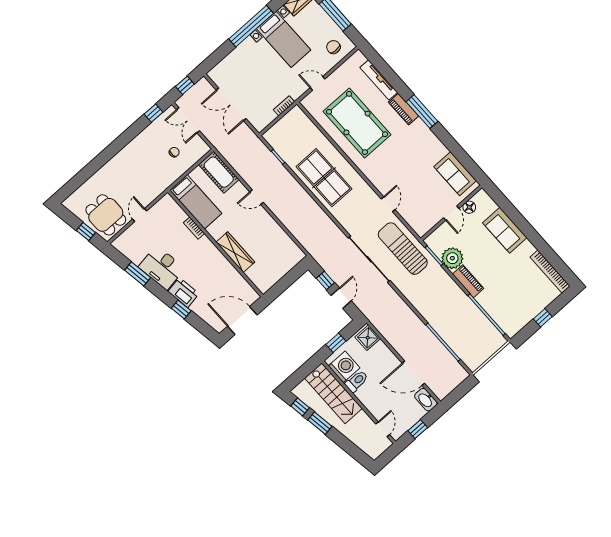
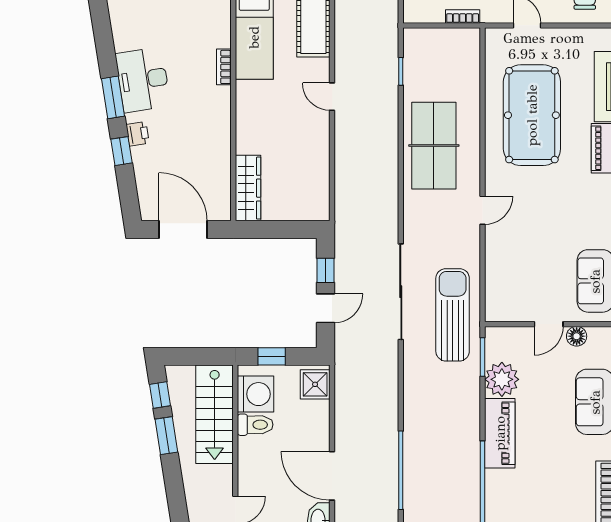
door: (388, 204) -> (482, 210), moved
wardrobe: (235, 252) -> (248, 188), moved
window: (138, 274) -> (113, 97), moved
piano: (468, 281) -> (500, 433), width x1.37, depth x1.33
printer: (183, 293) -> (138, 134), width x0.53, depth x0.68

